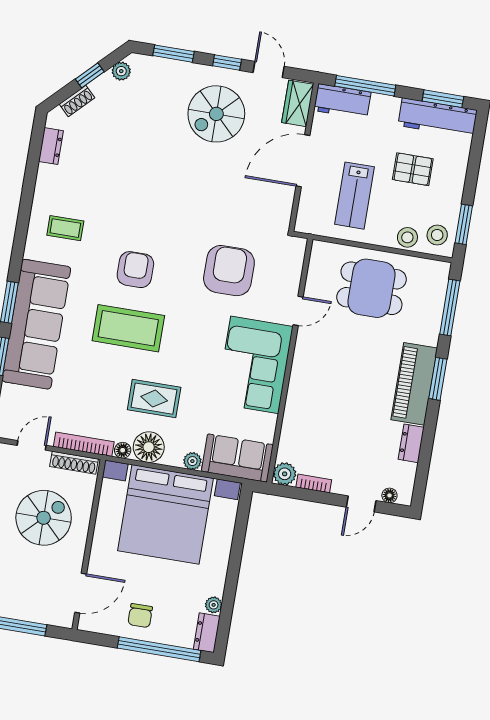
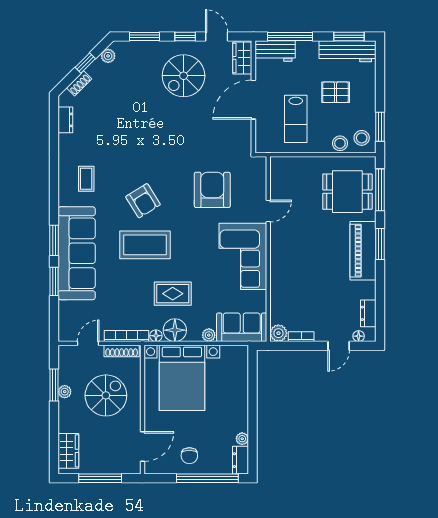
coffee table: (65, 228) -> (86, 179), turned 90
armchair: (135, 270) -> (143, 201), turned 148
dining table: (371, 288) -> (347, 192), moved
dresser: (411, 443) -> (368, 313), moved
bed with nightstands: (165, 514) -> (182, 378), width x0.73

